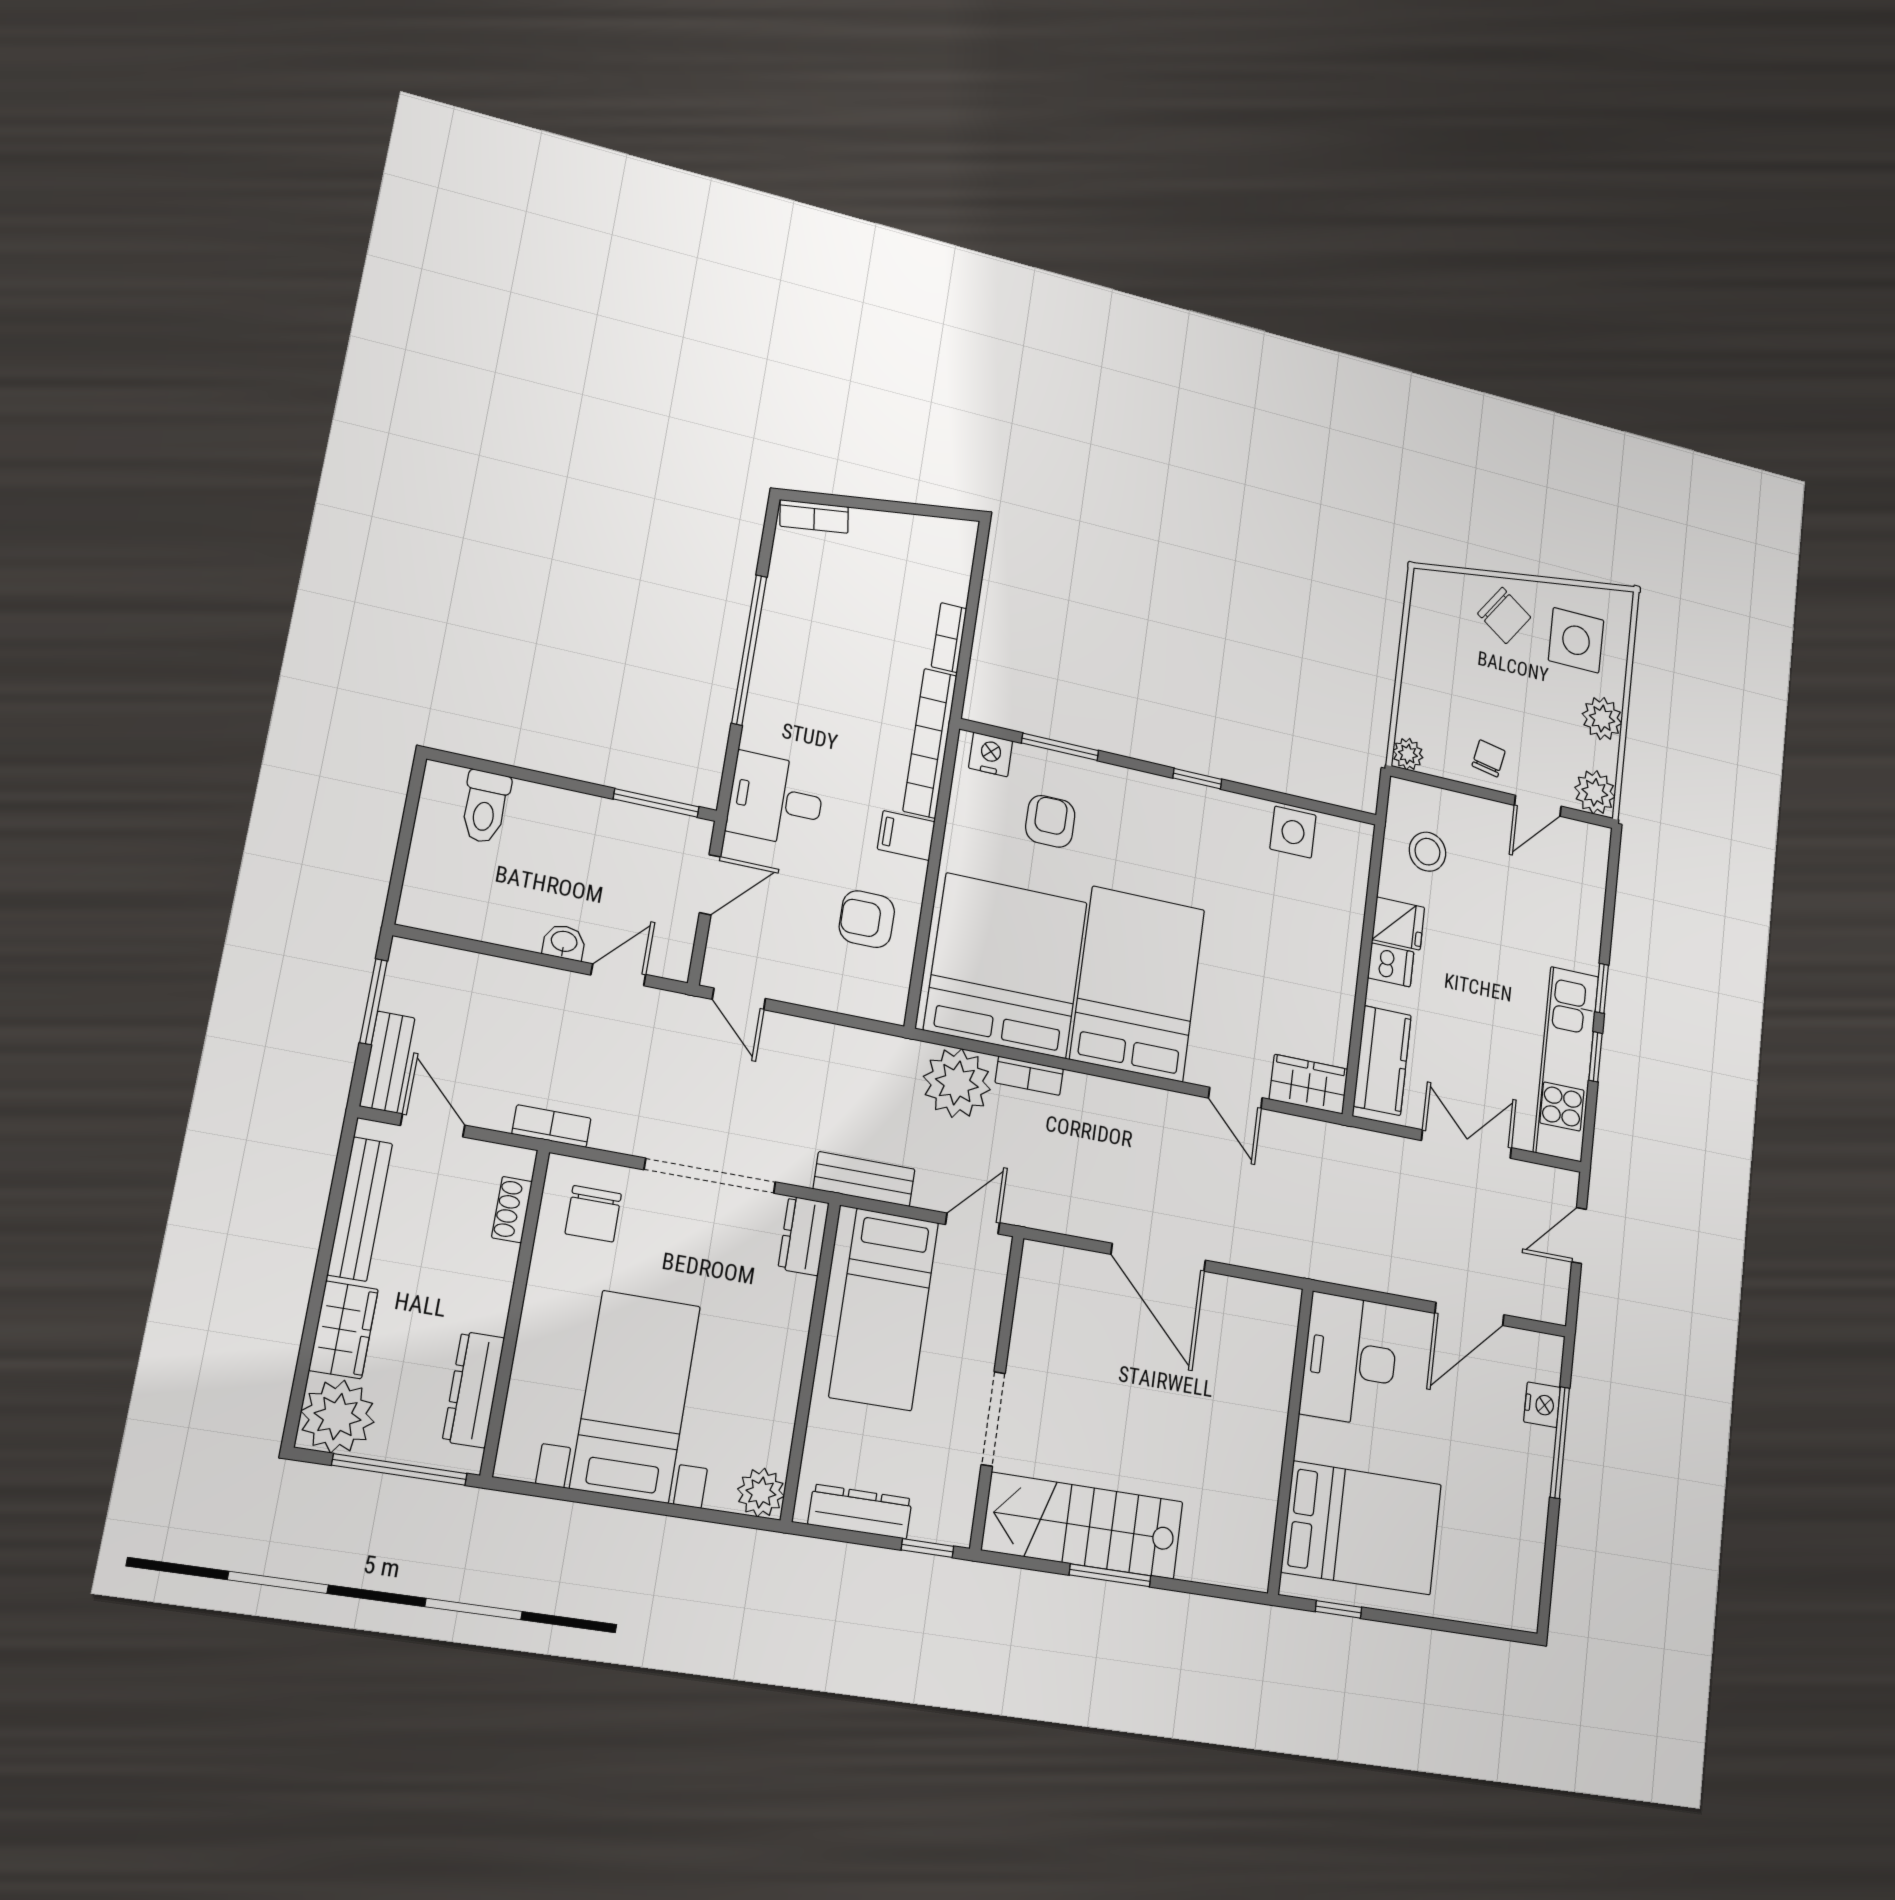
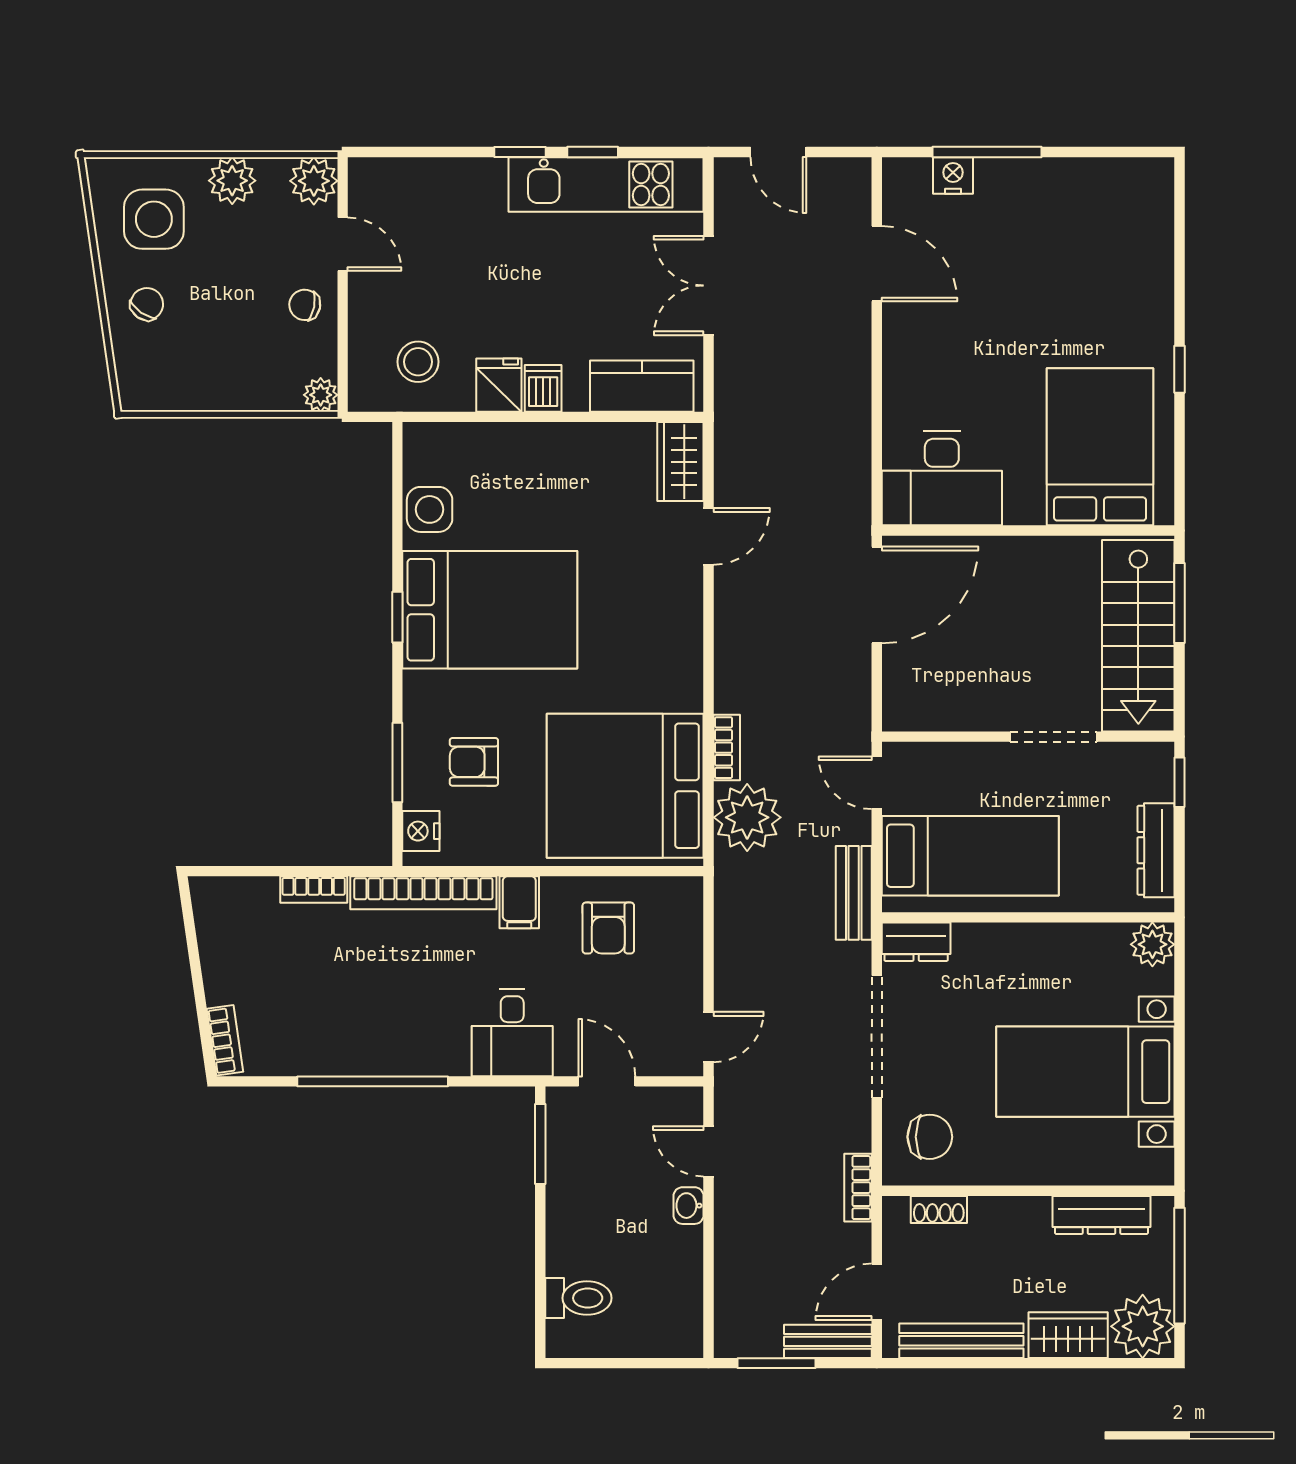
chair: (1504, 615) -> (147, 304), width x0.73, depth x0.73
bed: (1138, 984) -> (490, 610), moved, turned 180
desk: (1350, 1360) -> (942, 478), moved
wall: (1291, 1440) -> (1028, 530), moved
bed: (1362, 1528) -> (1100, 447), moved

